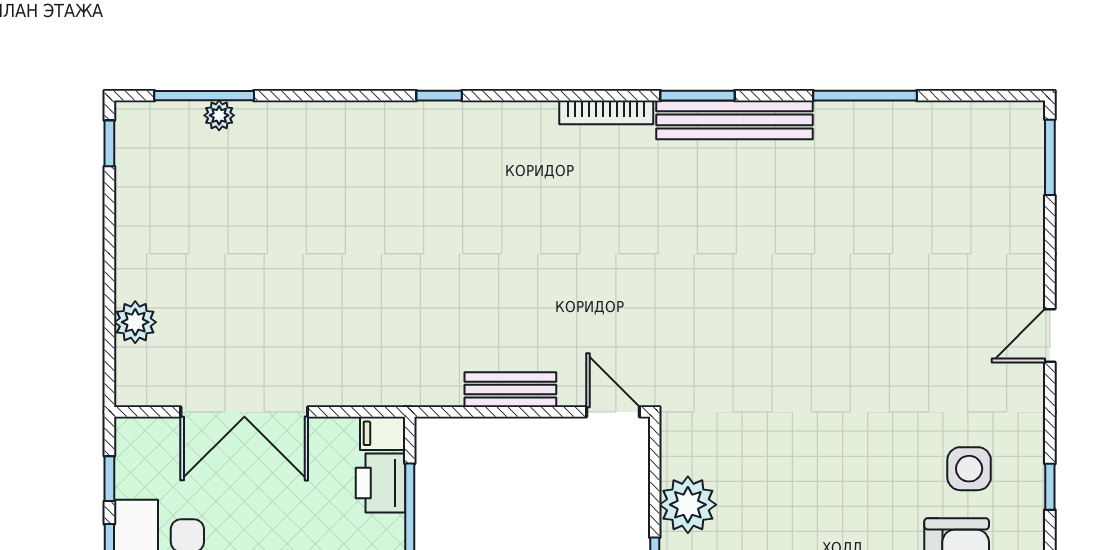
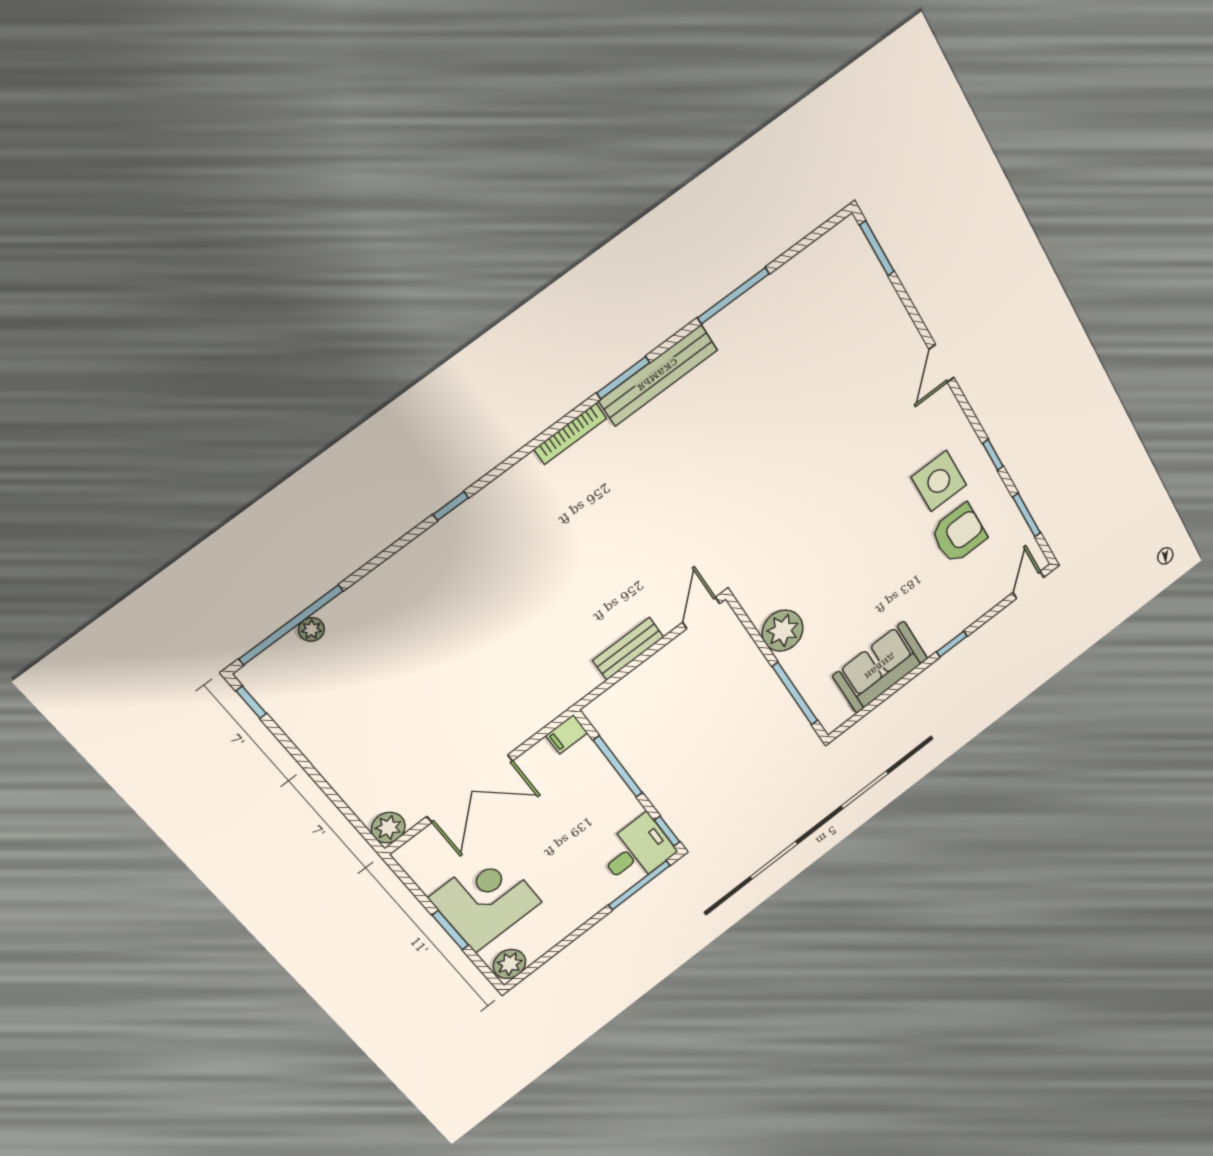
window: (204, 96) -> (291, 625), width x1.46
plant: (135, 322) -> (388, 828), moved
door: (613, 412) -> (701, 613), hinge flipped
side table: (969, 469) -> (939, 481), width x1.37, depth x1.37
window: (109, 479) -> (415, 889), removed
printer: (380, 483) -> (586, 762), removed

